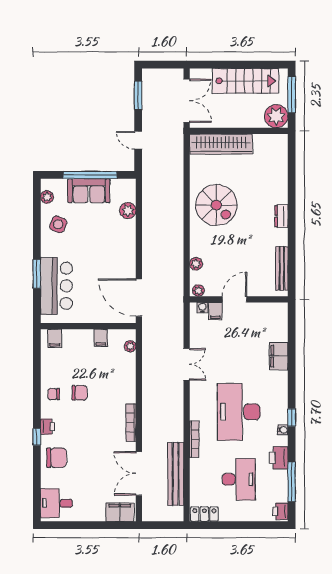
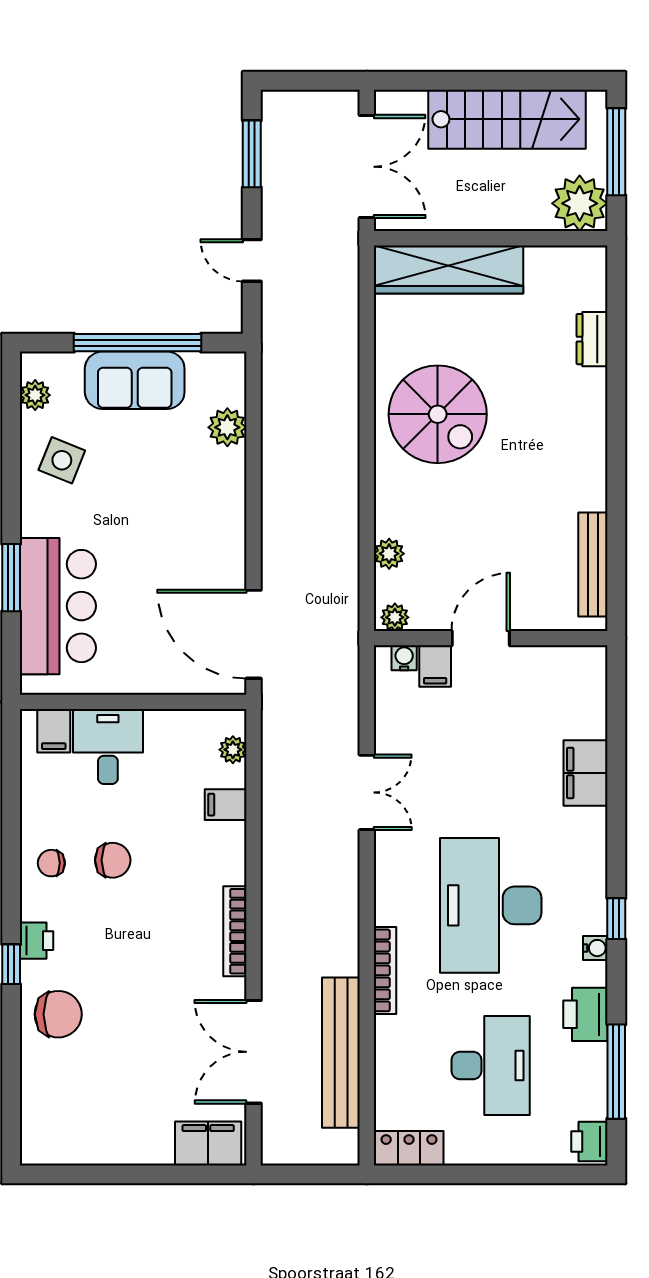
dresser: (281, 216) -> (592, 339), moved
filing cabinet: (101, 338) -> (226, 805), moved, turned 90
desk: (56, 503) -> (108, 747), moved, turned 90

